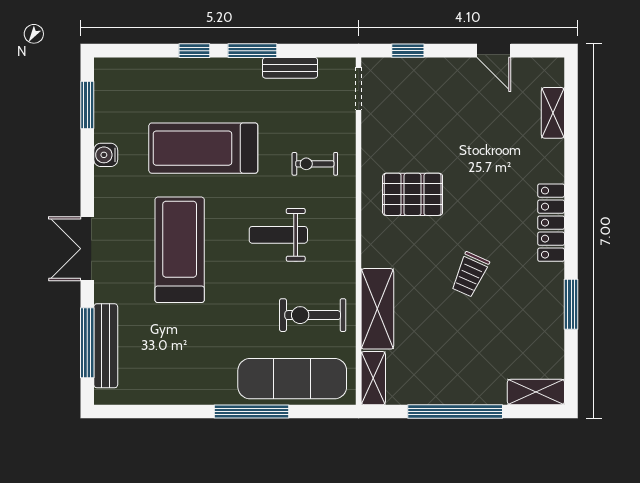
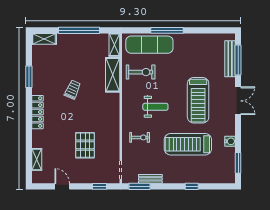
window: (252, 51) -> (139, 186), moved
treadmill: (203, 148) -> (188, 144), turned 180
pallet: (413, 194) -> (85, 145), moved, turned 90

